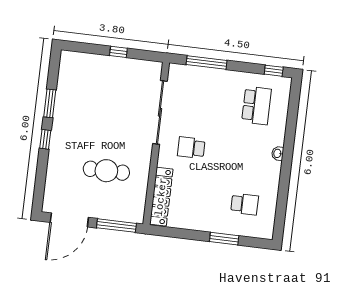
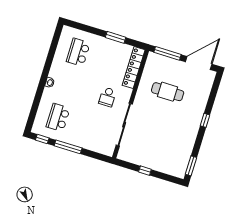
window: (207, 63) -> (68, 147), moved
window: (50, 103) -> (191, 166), moved
school desk: (191, 148) -> (107, 97), turned 90
school desk: (245, 204) -> (78, 52), width x1.85
window: (224, 239) -> (116, 37), moved

